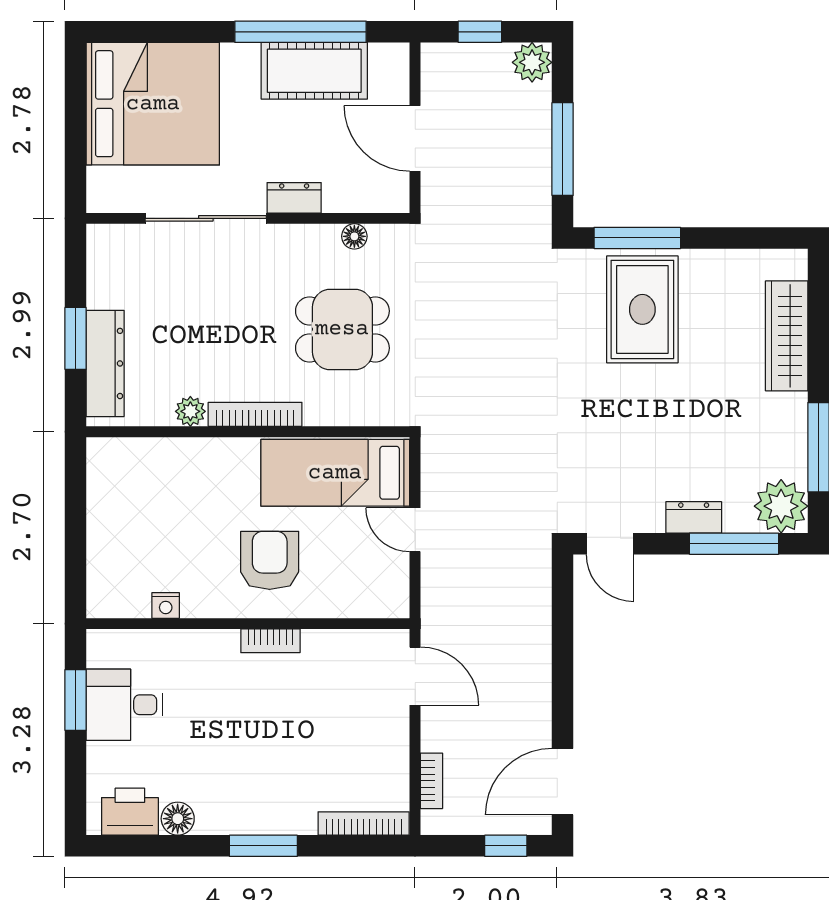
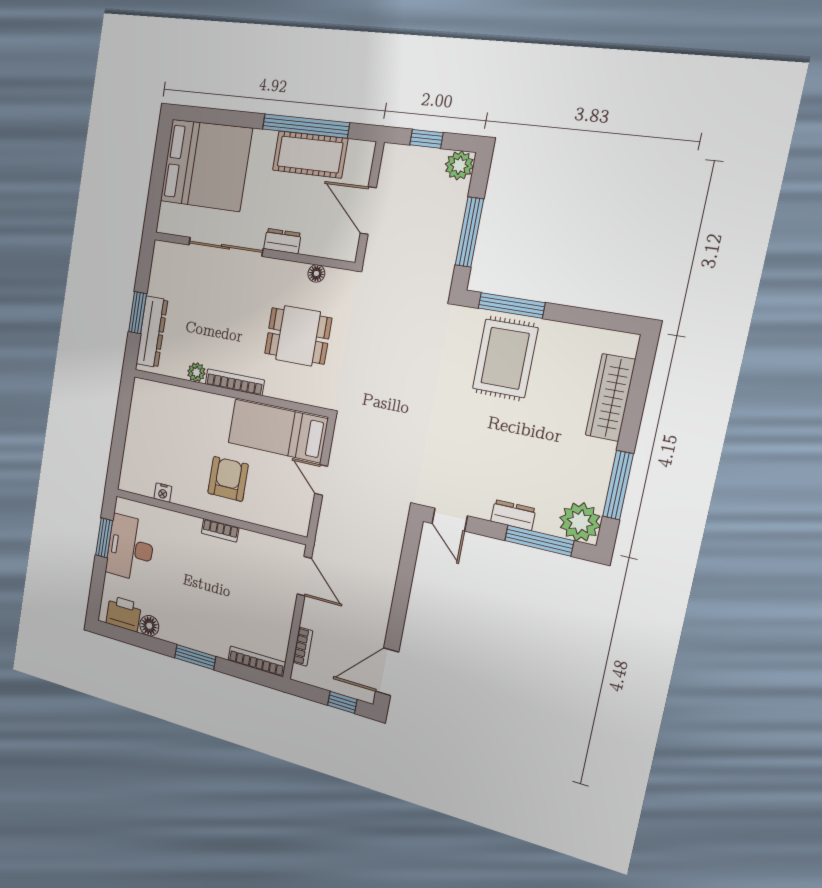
desk: (125, 705) -> (130, 548), width x1.37

